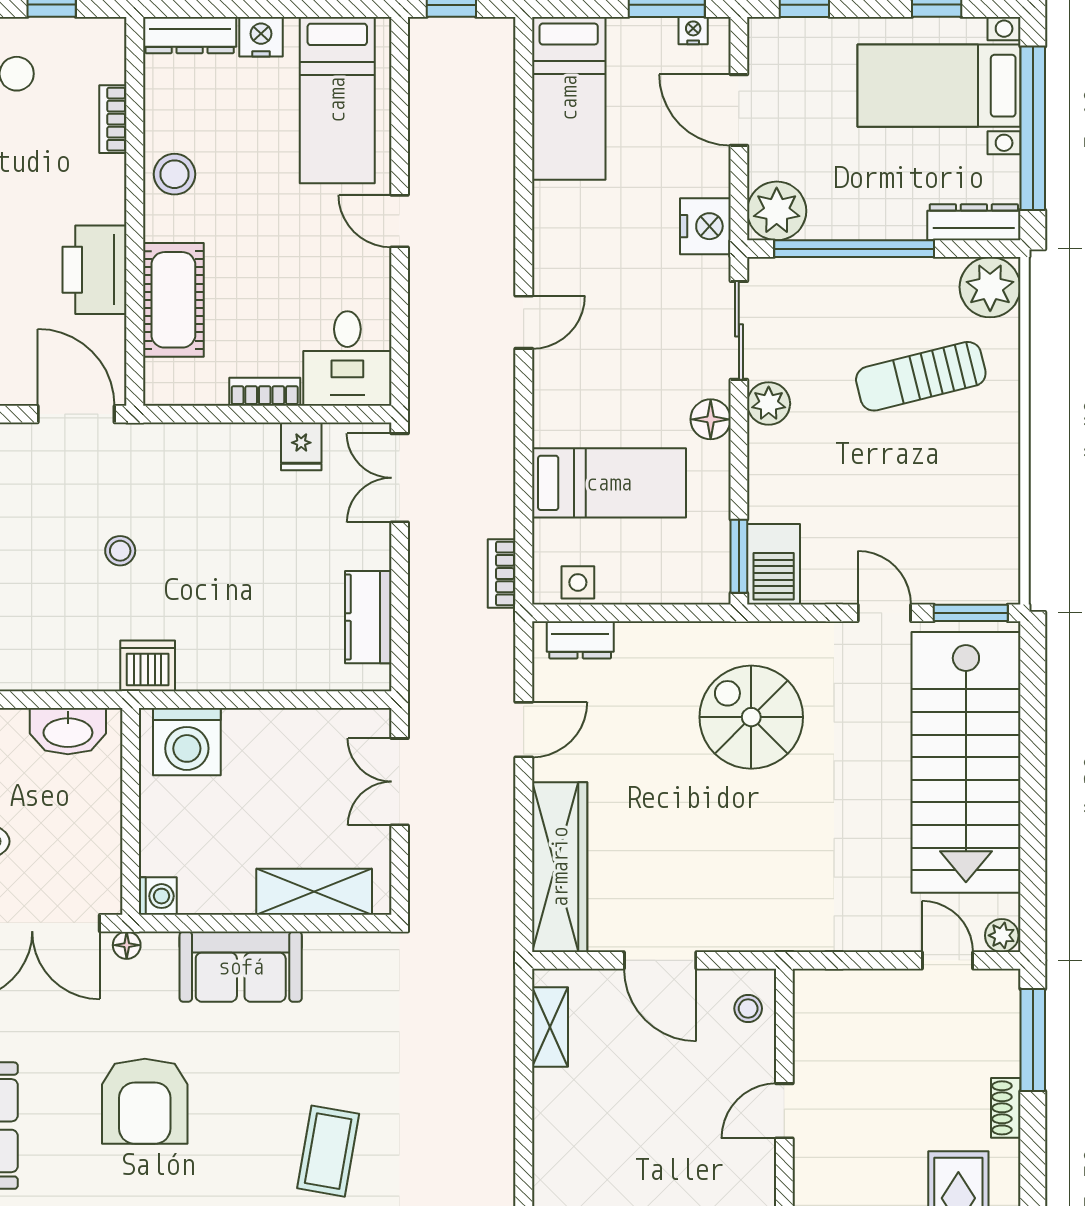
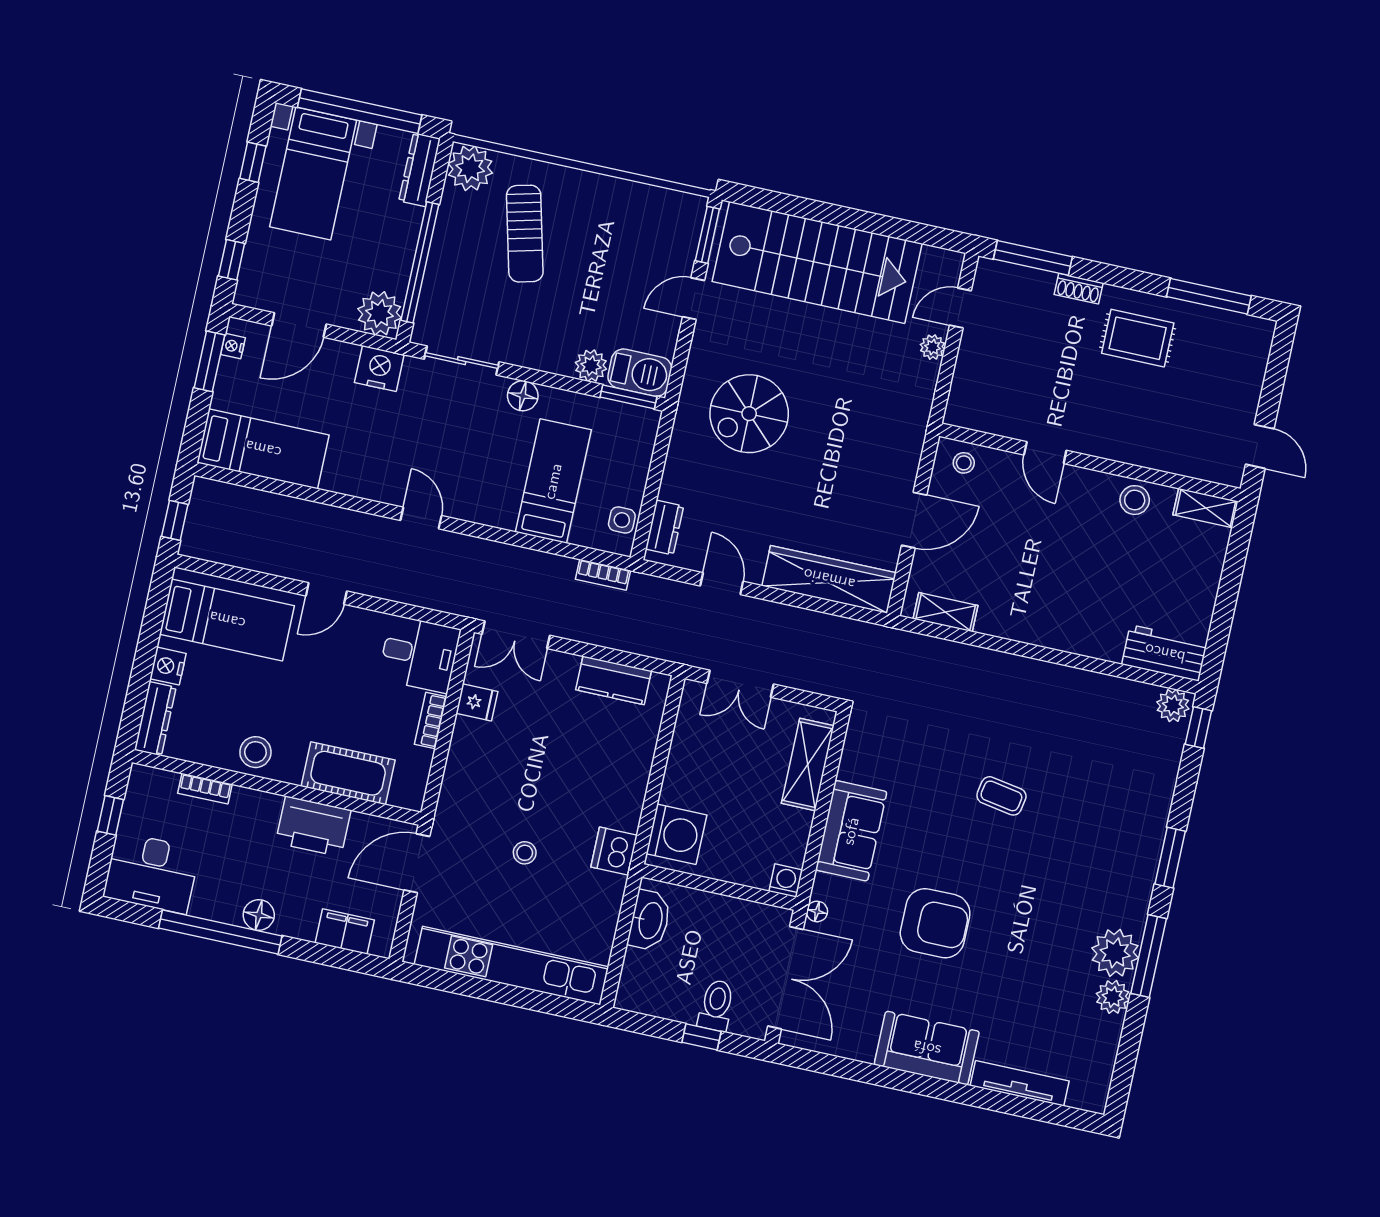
plant: (769, 404) -> (591, 366), moved
plant: (1002, 935) -> (933, 347), moved
coffee table: (328, 1151) -> (1001, 796), width x0.73, depth x0.77

